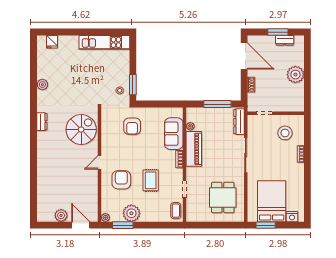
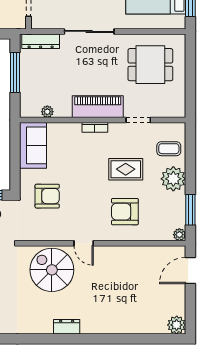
dresser: (42, 122) -> (67, 327), moved
sofa: (174, 134) -> (33, 145), moved, turned -90
piano: (194, 149) -> (98, 107), moved
door: (100, 162) -> (84, 243), moved
coffee table: (176, 211) -> (169, 149), moved
plant: (131, 213) -> (173, 179), moved
plant: (61, 215) -> (177, 325), moved

